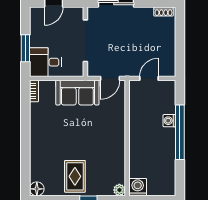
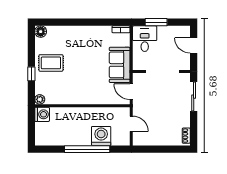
washing machine: (169, 121) -> (101, 136), width x1.89, depth x1.89

